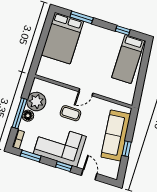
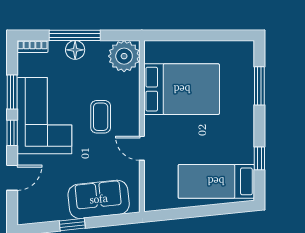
bed: (62, 38) -> (182, 89), moved, turned 180
door: (86, 92) -> (142, 148), moved
plant: (36, 102) -> (124, 56), moved
sofa: (116, 136) -> (99, 199), width x0.73
window: (31, 156) -> (12, 92), moved

